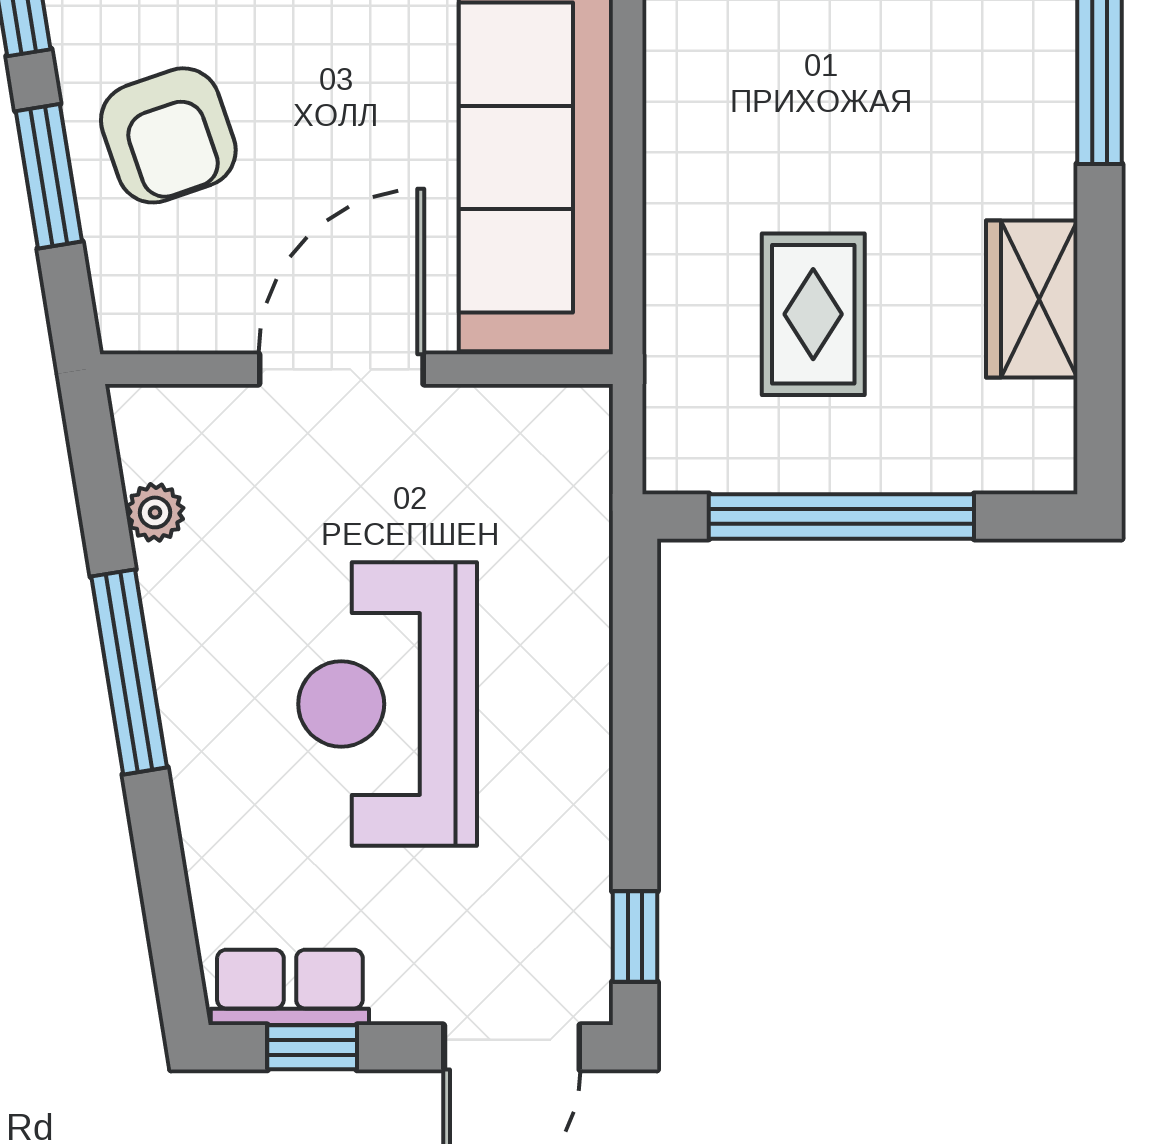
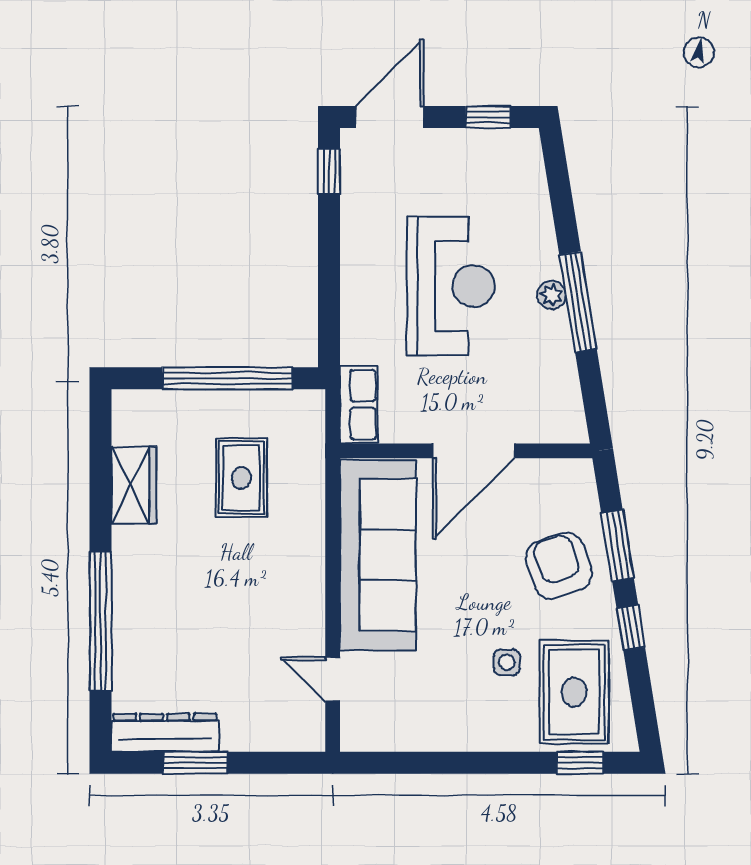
plant: (155, 512) -> (551, 295), moved
row of seats: (290, 987) -> (359, 405), moved, turned -90

